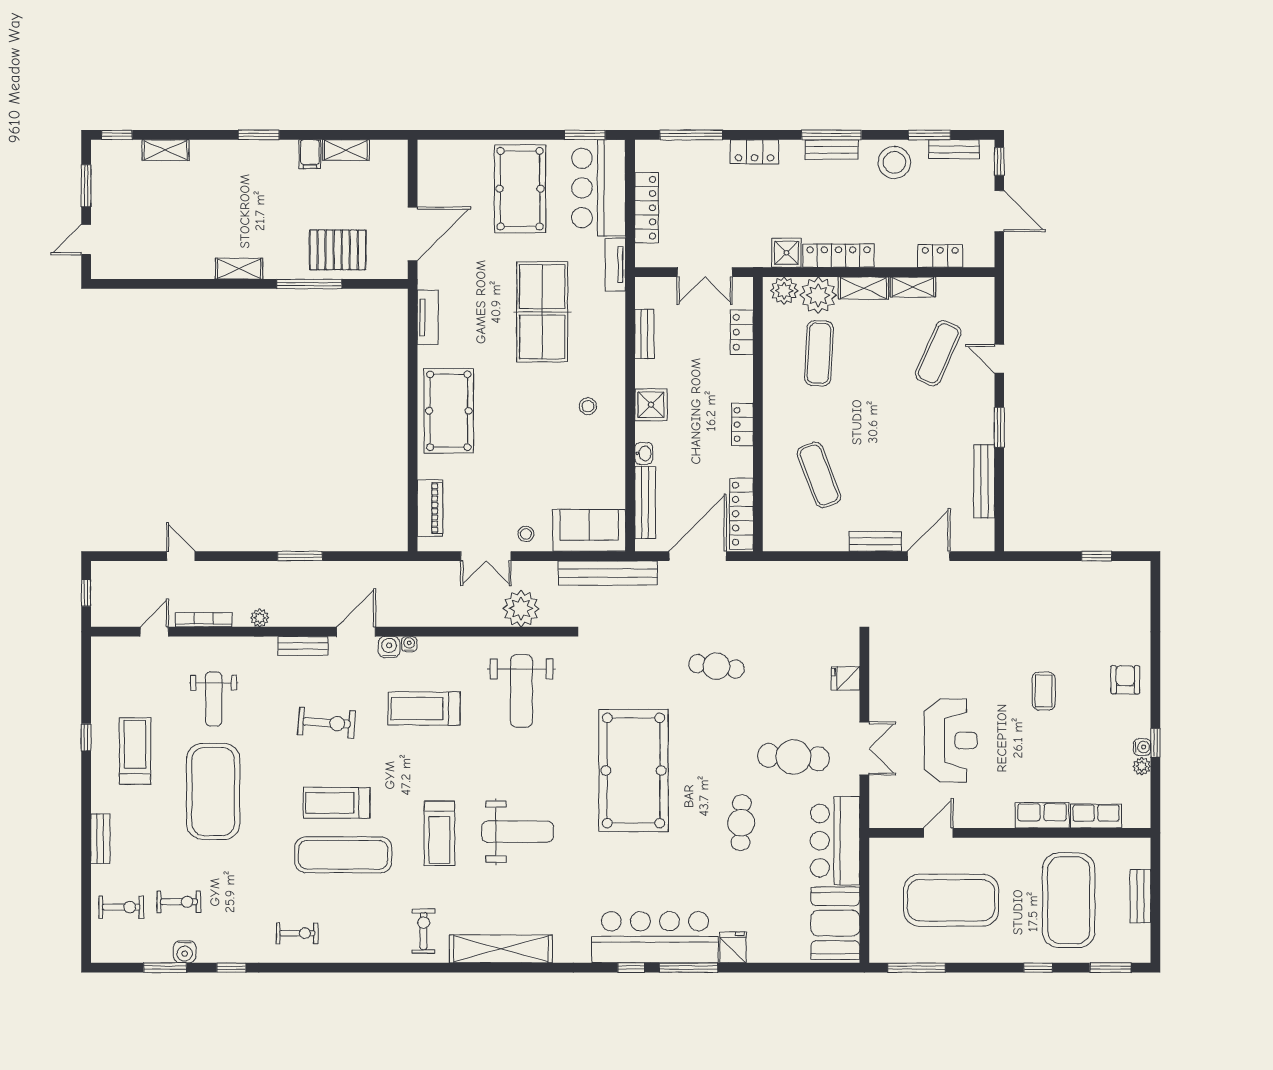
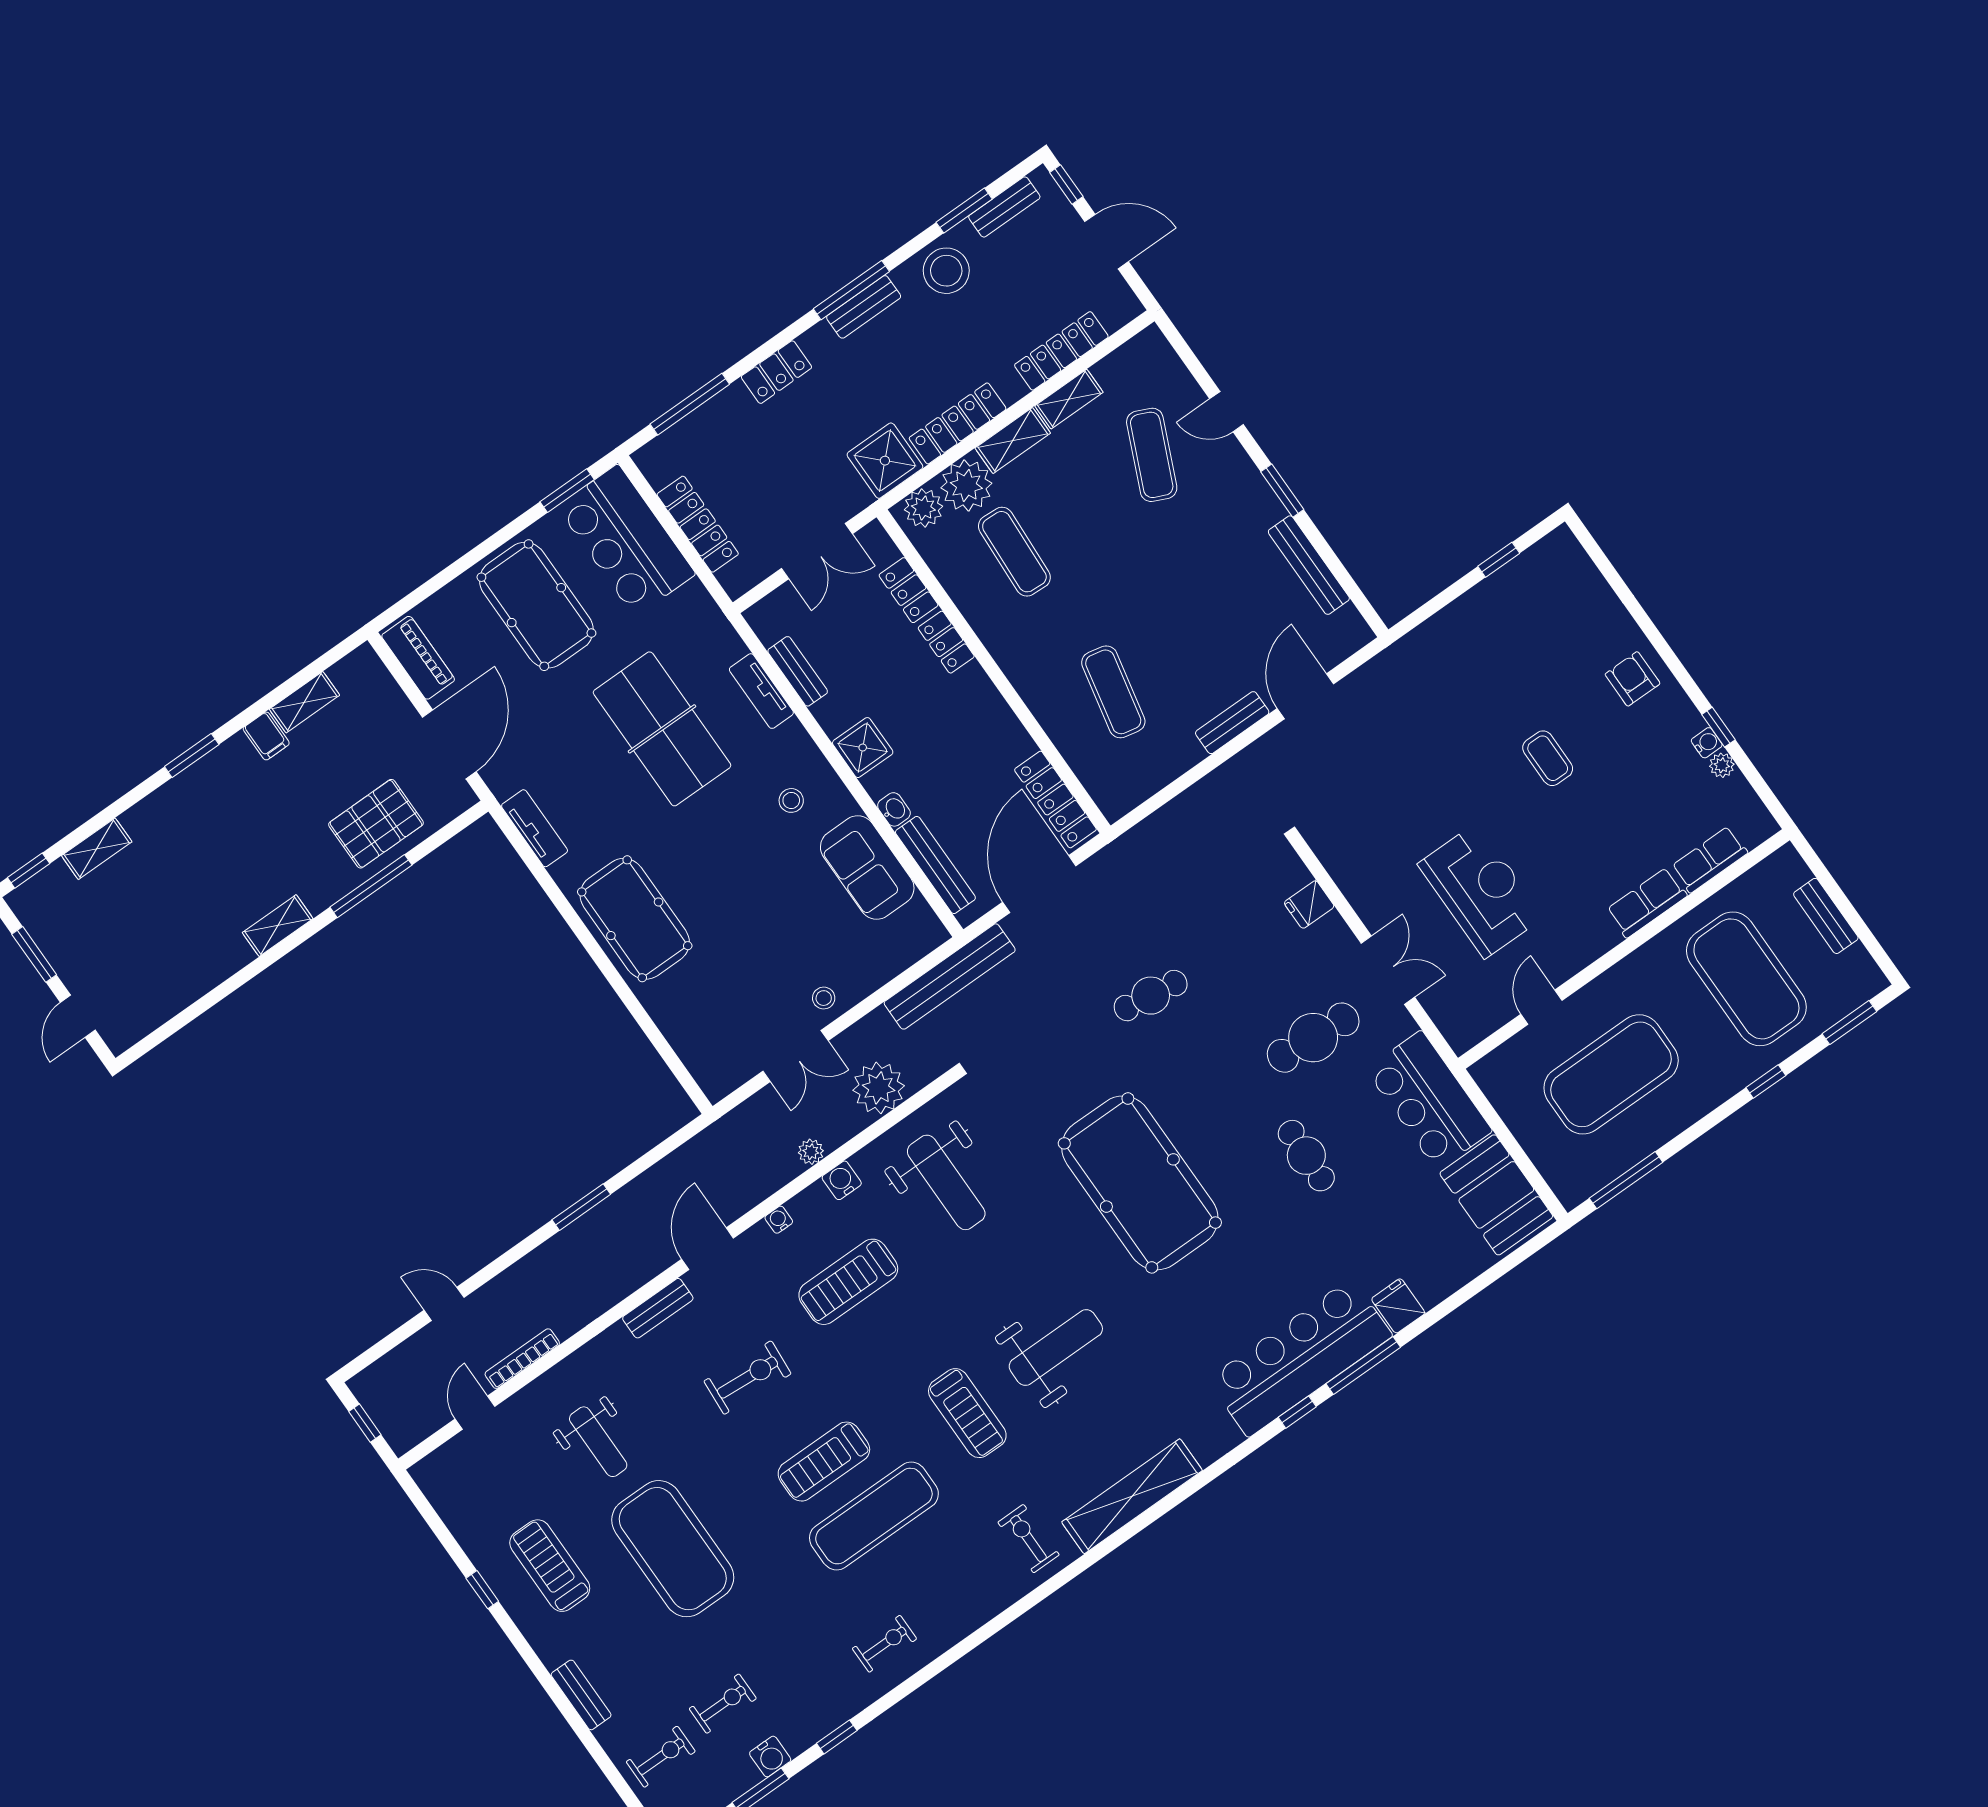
shower: (786, 253) -> (885, 461), width x1.36, depth x1.36
locker: (940, 256) -> (1061, 351), width x1.53
tv unit: (615, 265) -> (761, 691), moved
locker: (742, 425) -> (946, 642), moved
exercise mat: (819, 475) -> (1113, 692), turned 33
piano: (430, 508) -> (418, 658), moved
sofa: (589, 530) -> (867, 868), moved, turned -90
plant: (260, 618) -> (811, 1152), moved
water cooler: (389, 647) -> (842, 1180), moved

